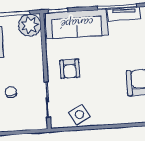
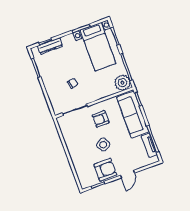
side table: (79, 115) -> (103, 145), moved

